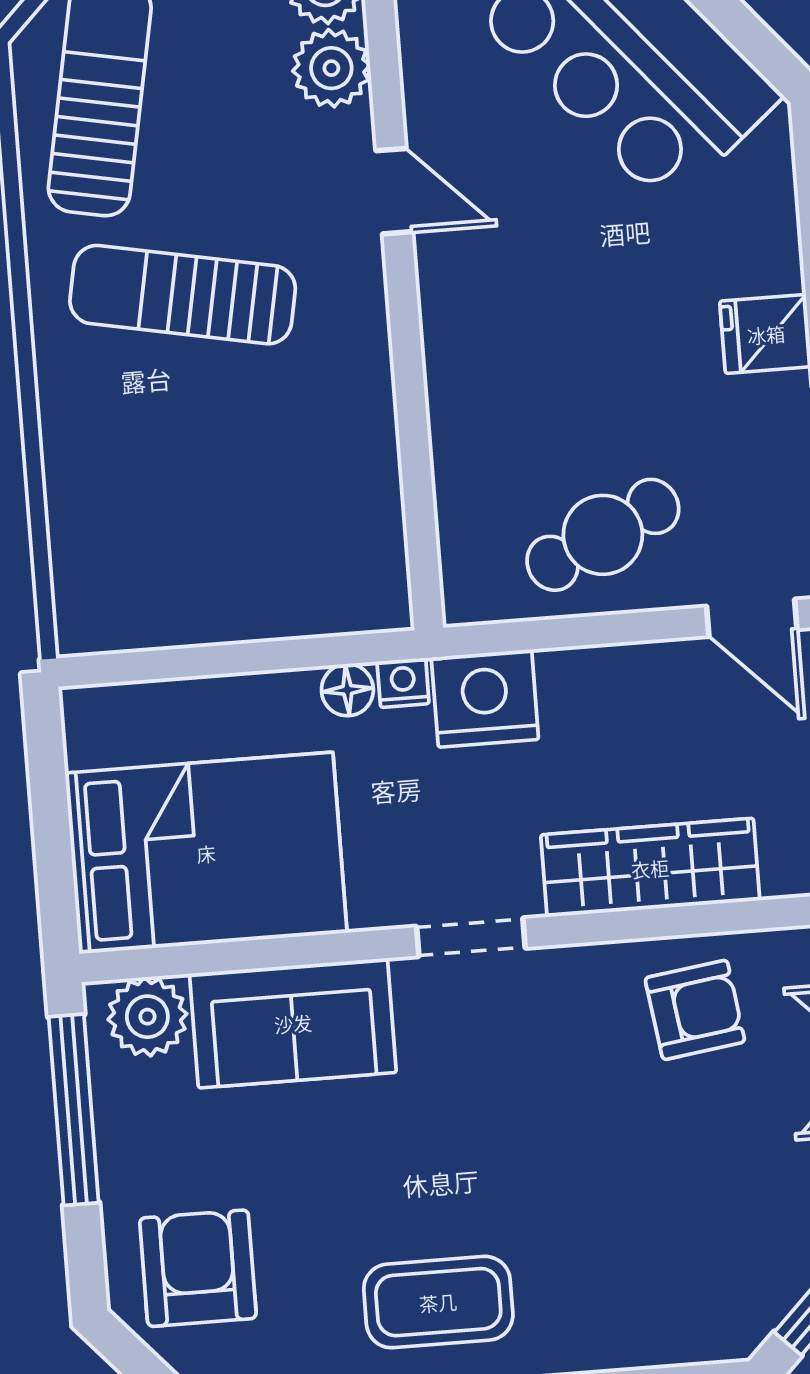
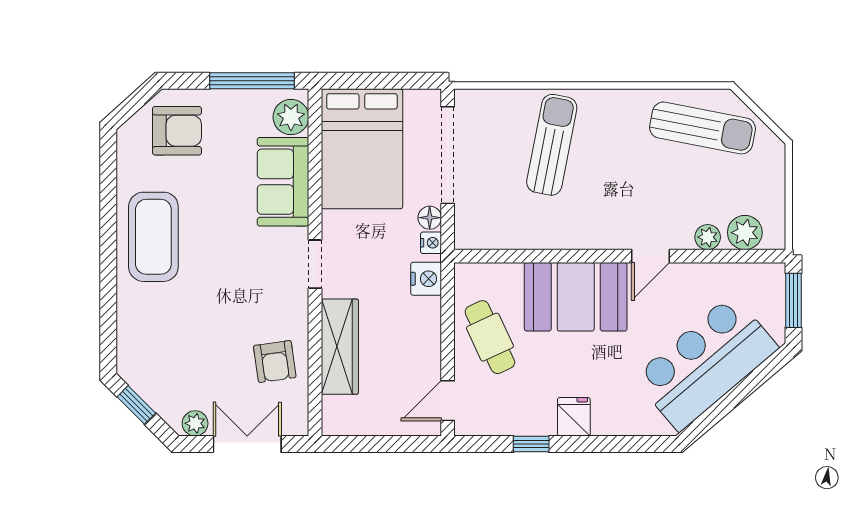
plant: (331, 68) -> (708, 237), width x0.73, depth x0.73
sun lounger: (183, 295) -> (552, 145), moved
booth: (498, 351) -> (576, 297), added
doorway: (205, 661) -> (448, 155), added
nightstand: (485, 698) -> (426, 279), width x0.74, depth x0.75
coffee table: (438, 1302) -> (153, 237), width x1.36, depth x1.32

